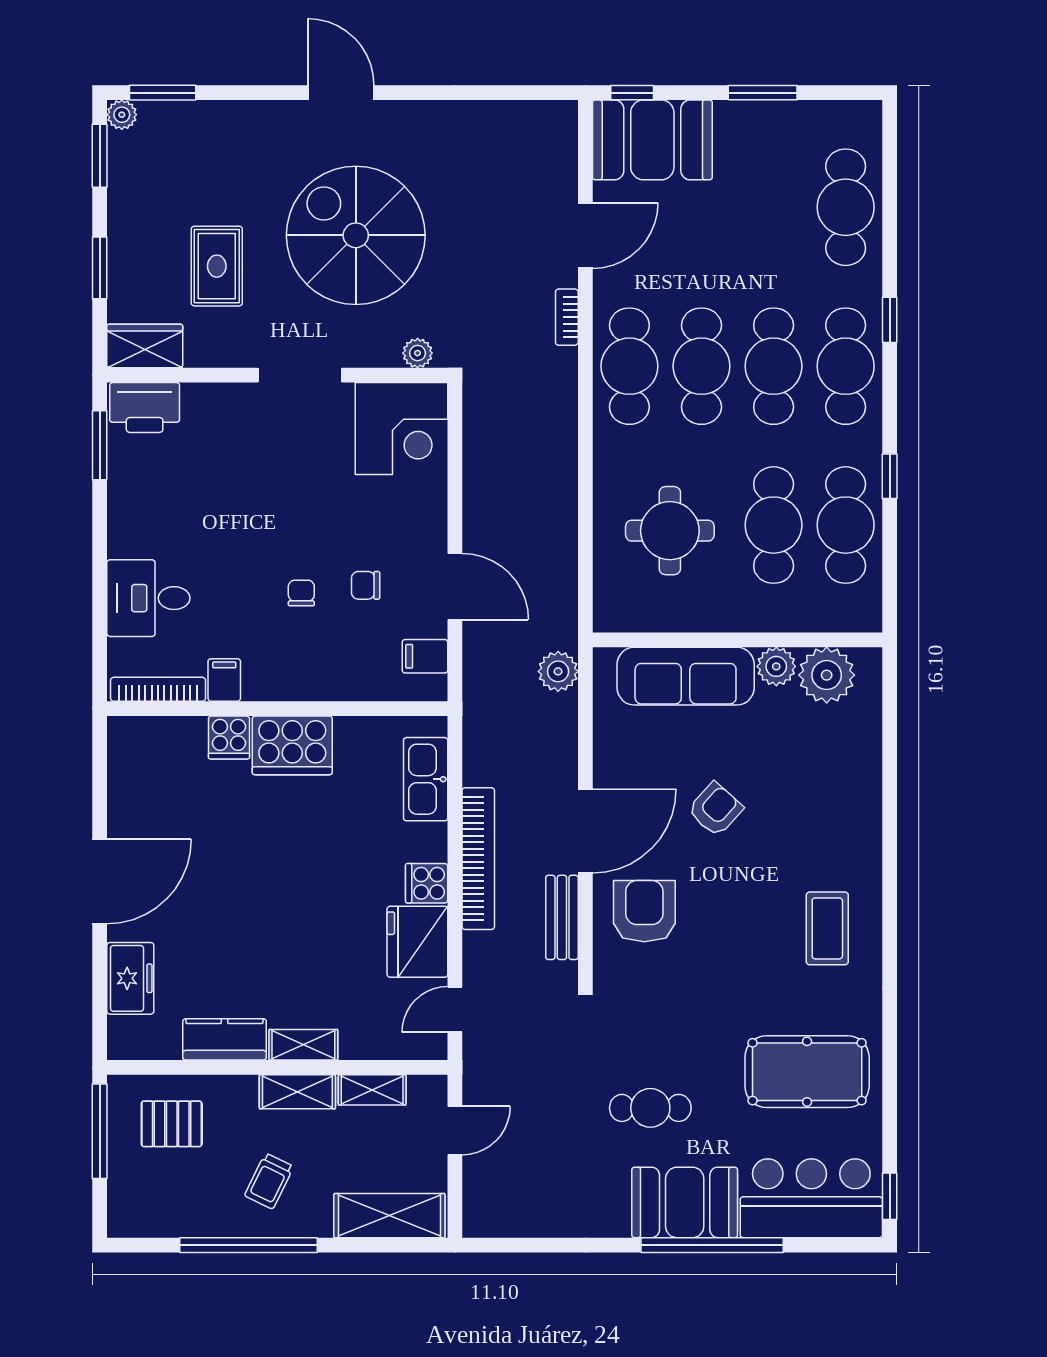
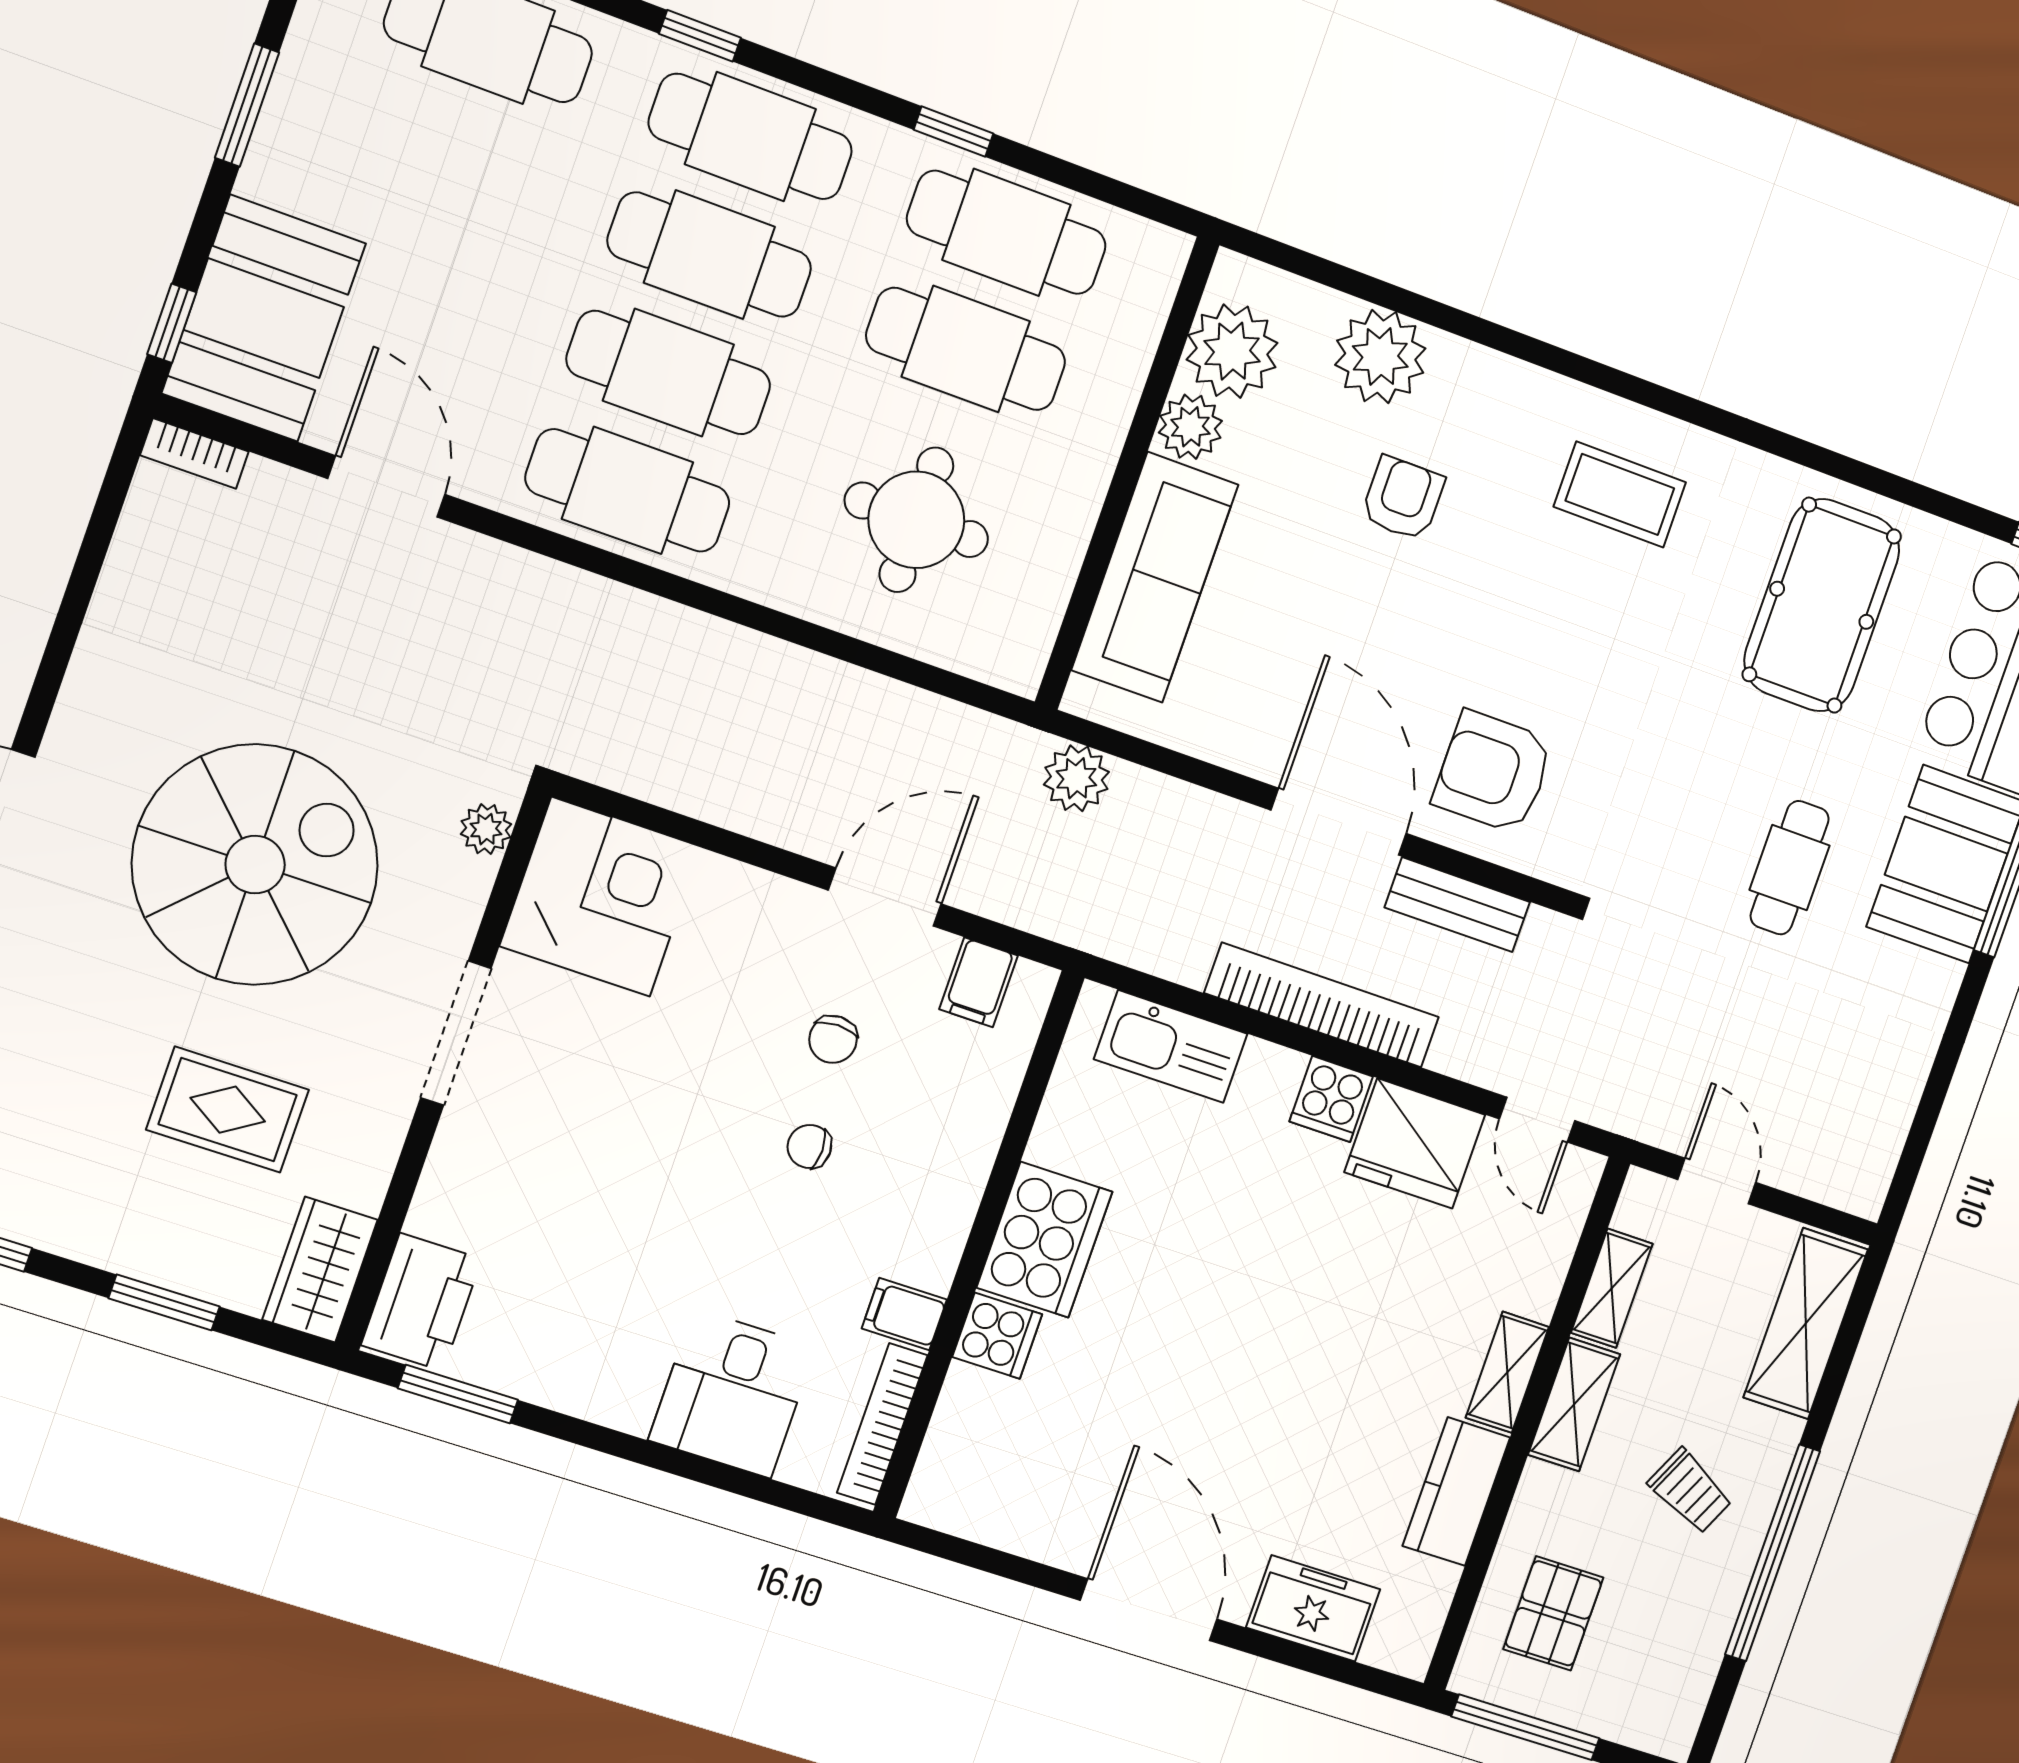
spiral stairs: (356, 235) -> (255, 865), turned 180
bookcase: (567, 317) -> (194, 453), moved
plant: (854, 761) -> (1380, 357), added
armchair: (715, 809) -> (1403, 498), moved, turned 48

